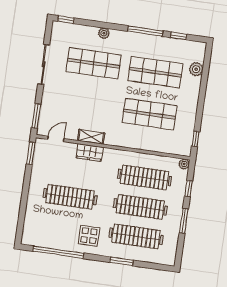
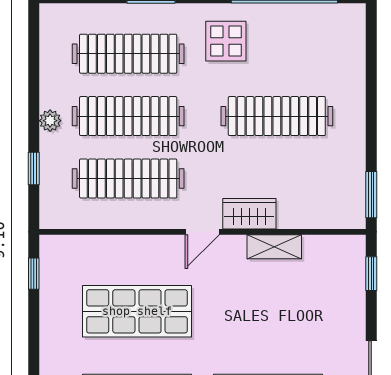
window: (36, 116) -> (371, 274), width x0.67
shelving: (91, 137) -> (274, 247), moved
door: (56, 139) -> (202, 232), moved
plant: (184, 164) -> (50, 121), moved
window: (184, 221) -> (34, 100), removed

